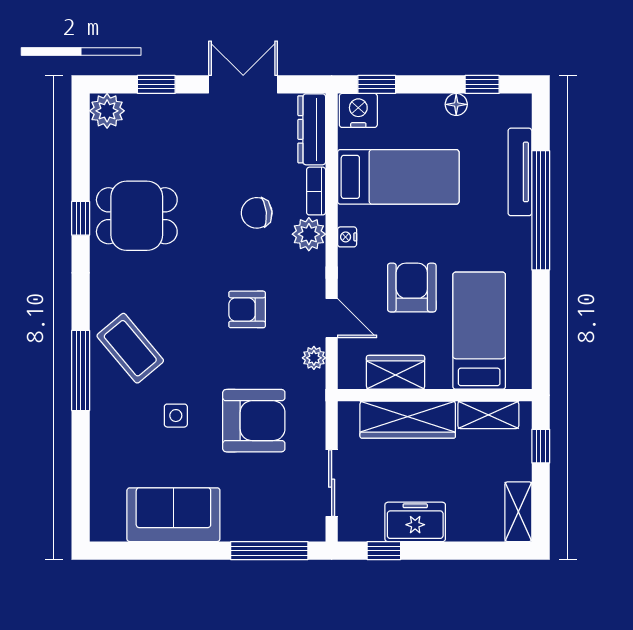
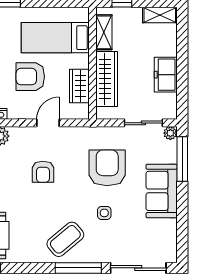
plant: (314, 358) -> (170, 133), moved
sliding door: (81, 474) -> (138, 268), added
sofa: (173, 515) -> (162, 191), moved
window: (384, 551) -> (182, 93), removed

